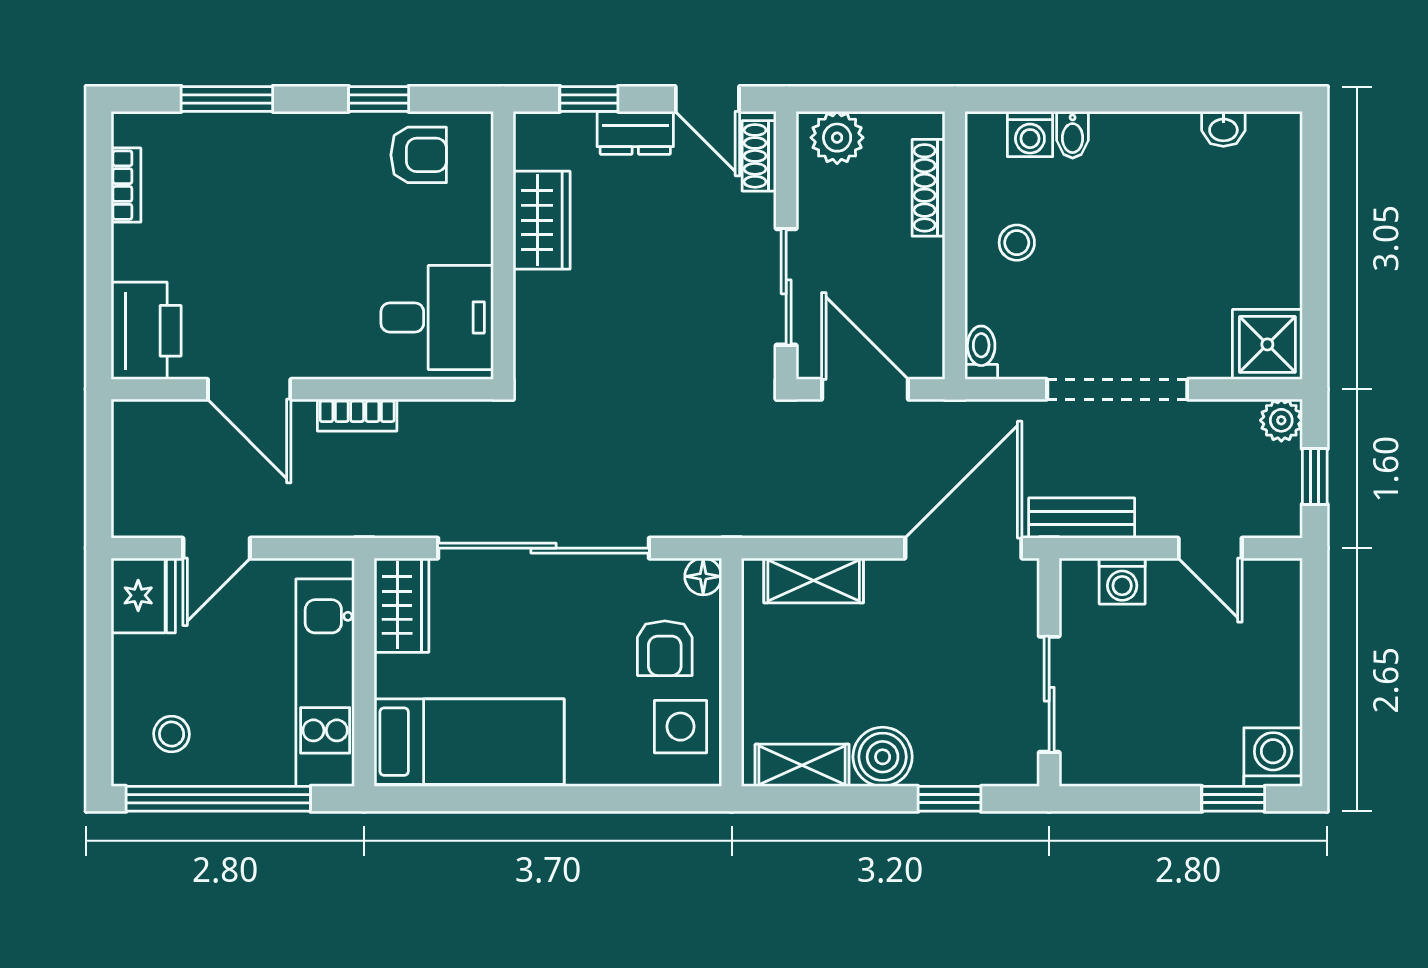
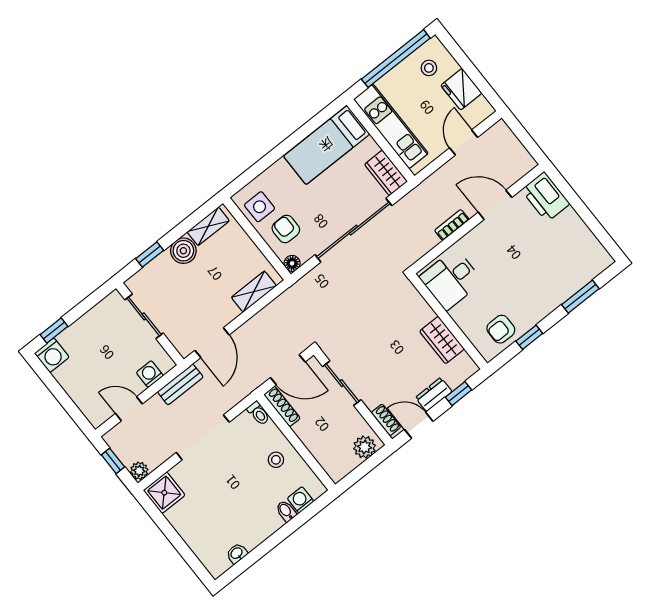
bookcase: (126, 185) -> (591, 241), removed
shoe rack: (929, 188) -> (282, 406), moved
door: (963, 548) -> (212, 343), width x0.73
fridge: (143, 595) -> (461, 89), moved

